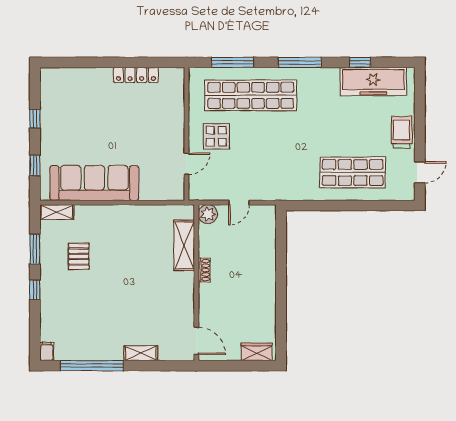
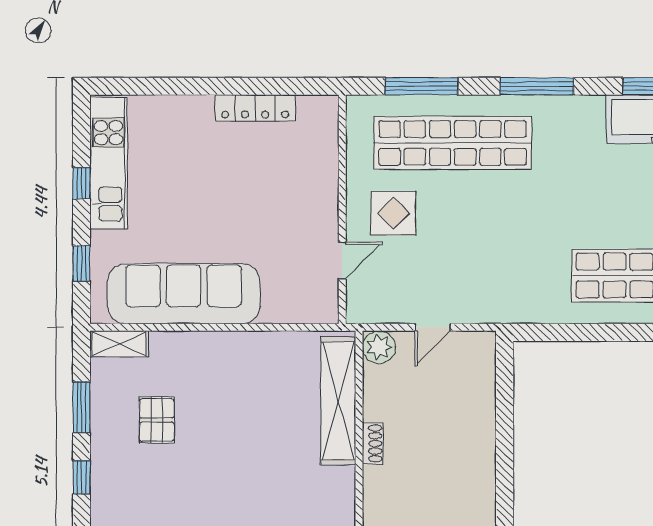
kitchen unit: (51, 107) -> (109, 163), added
shelving: (184, 245) -> (338, 401), width x1.47

